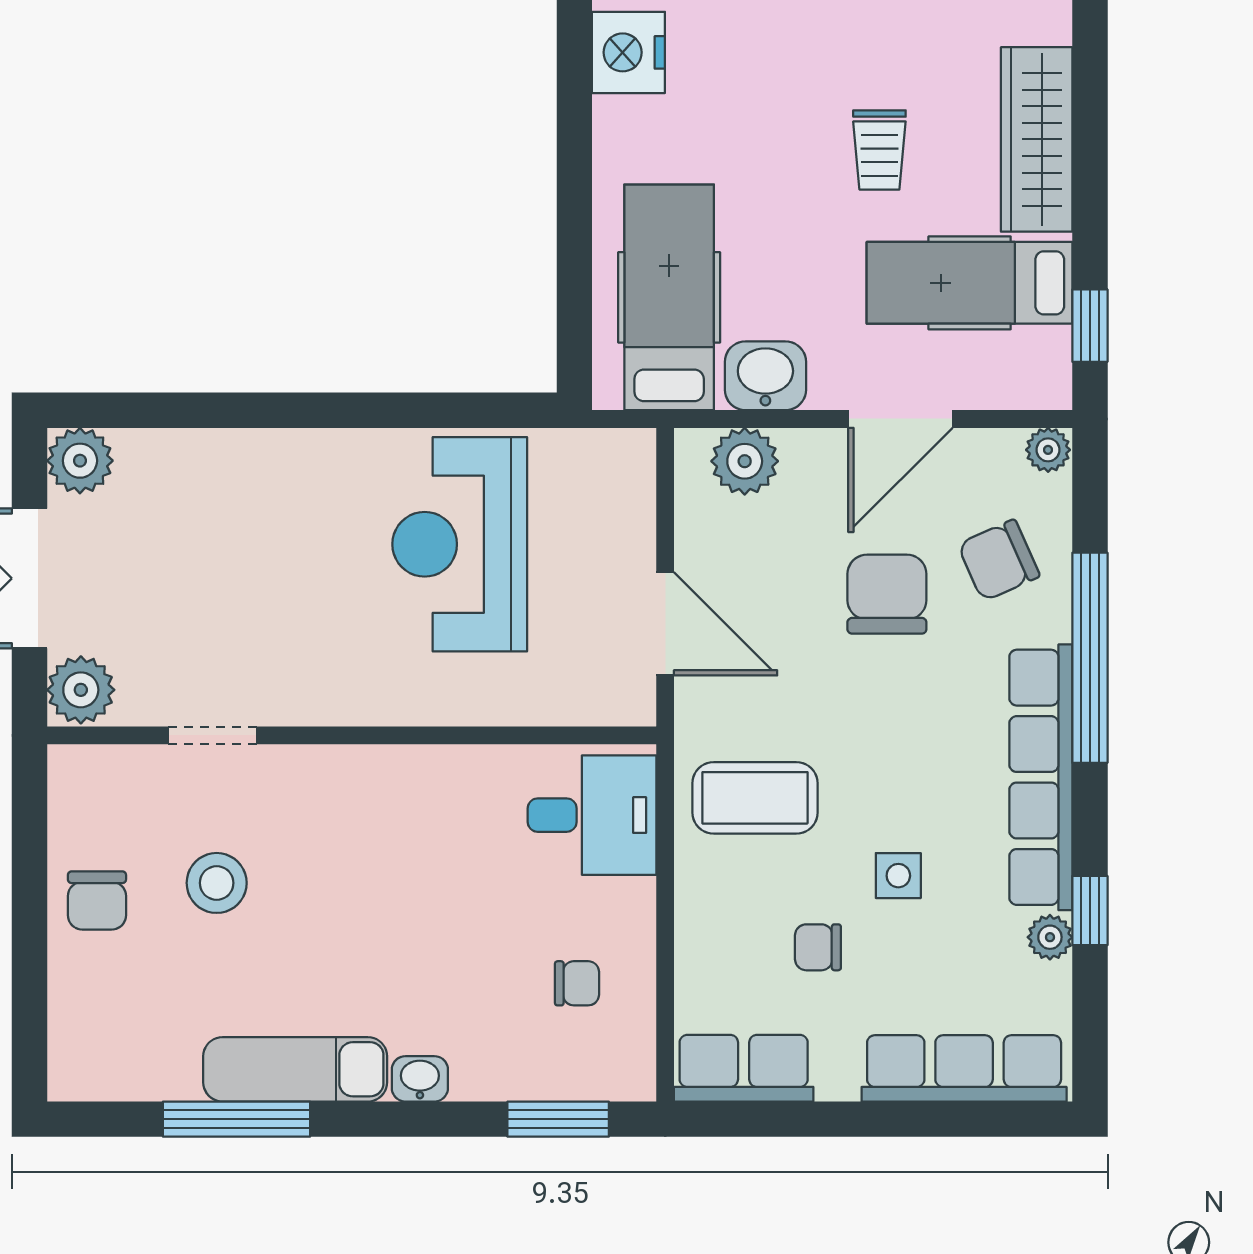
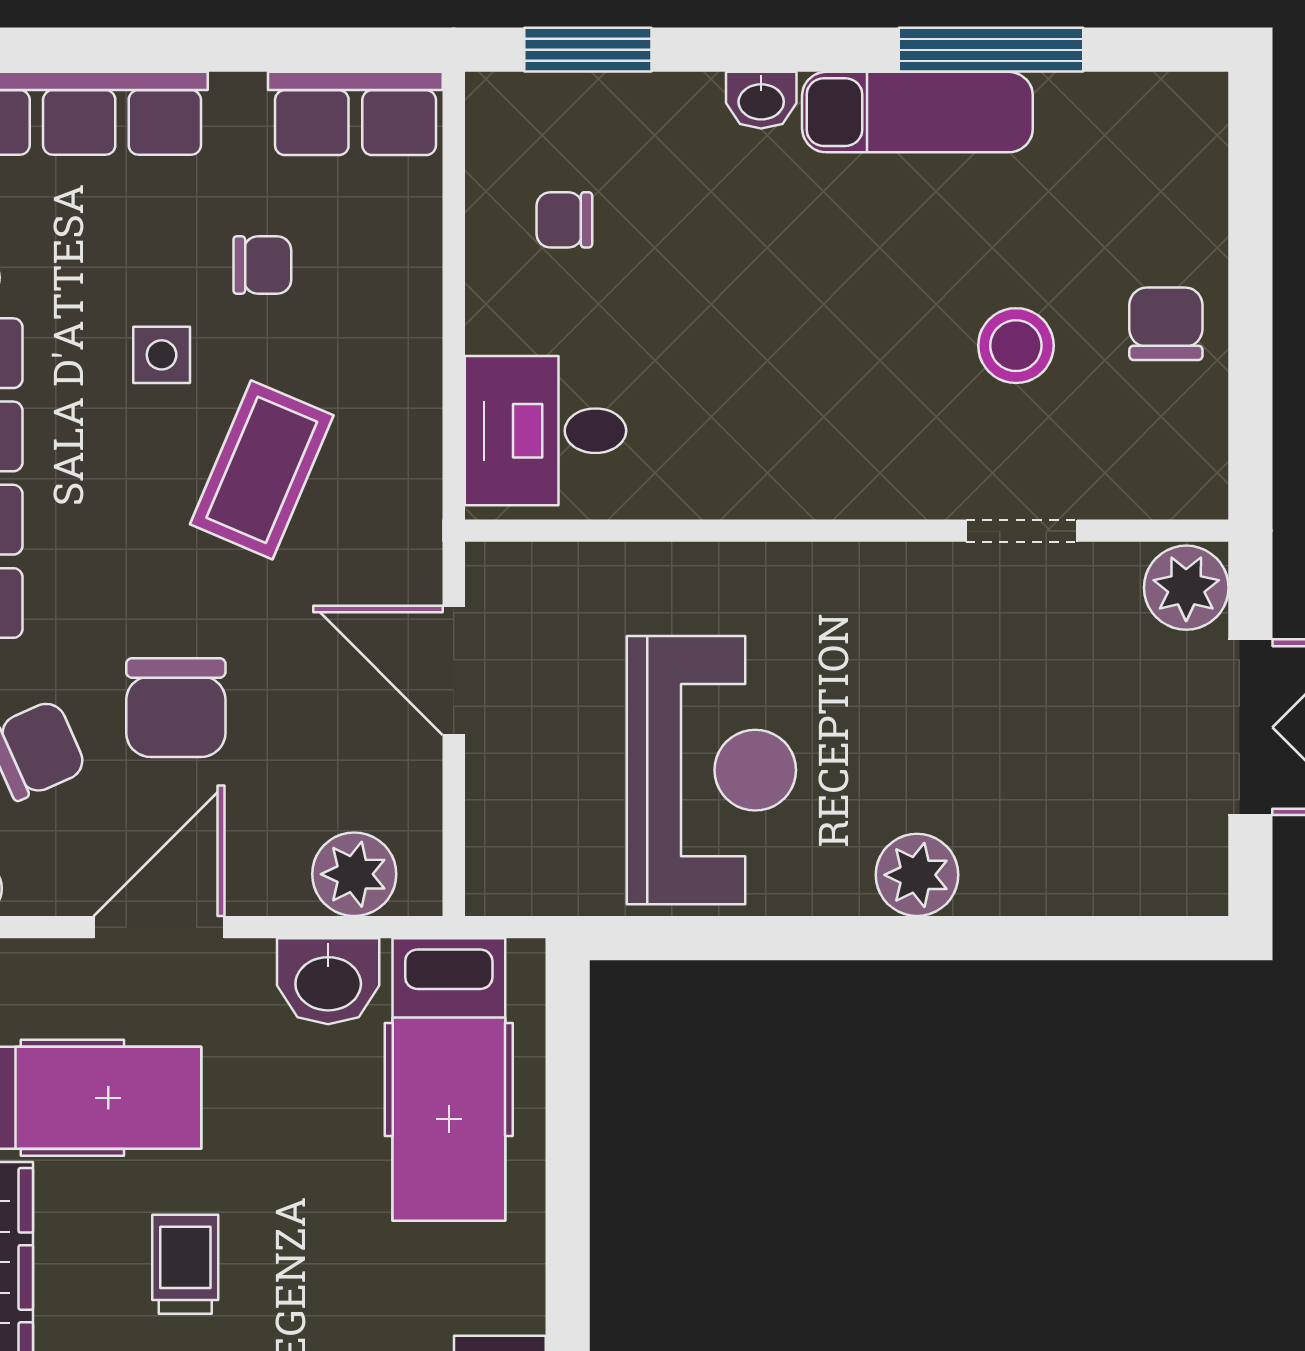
plant: (80, 461) -> (917, 875), moved
coffee table: (755, 798) -> (262, 470), moved, turned -67

